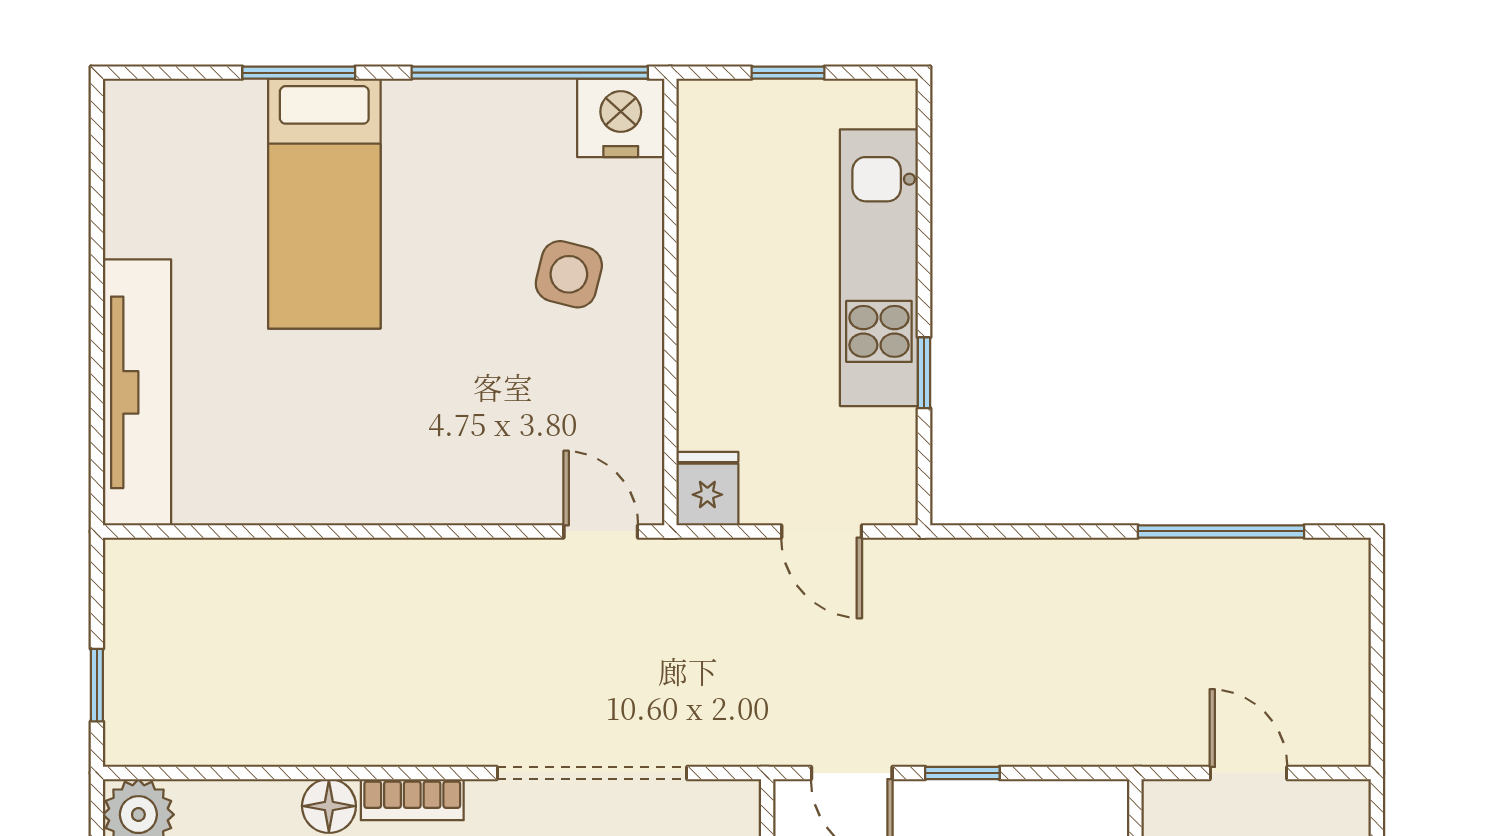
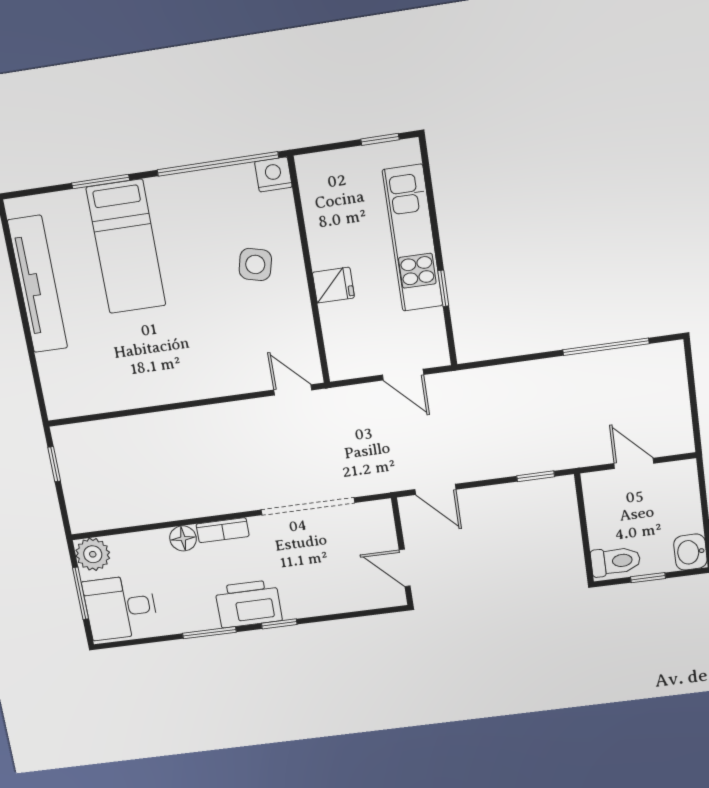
window: (788, 73) -> (380, 139), moved
nightstand: (621, 118) -> (273, 174), width x0.74, depth x0.75
tv unit: (137, 392) -> (38, 284), moved
fridge: (707, 489) -> (333, 285), moved, turned 90
window: (97, 685) -> (54, 464), moved
window: (962, 773) -> (536, 476), moved

